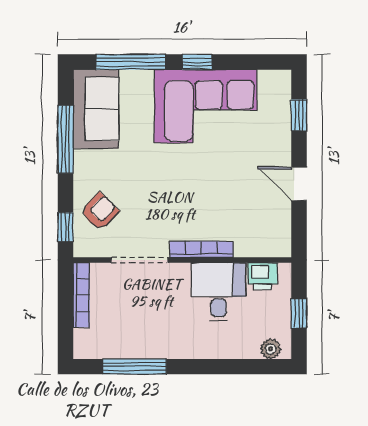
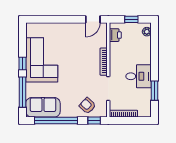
window: (299, 115) -> (46, 19), removed
window: (65, 139) -> (56, 121), width x1.46
door: (299, 184) -> (93, 19), moved
desk: (219, 292) -> (139, 76), moved, turned 180
window: (134, 367) -> (155, 91), width x0.69

